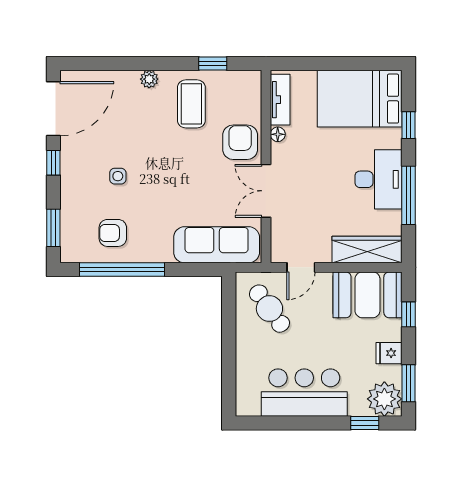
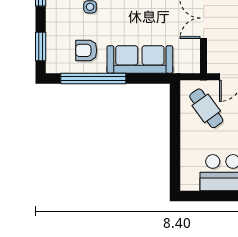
sofa: (217, 245) -> (140, 59), moved

